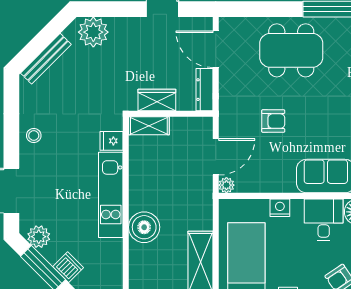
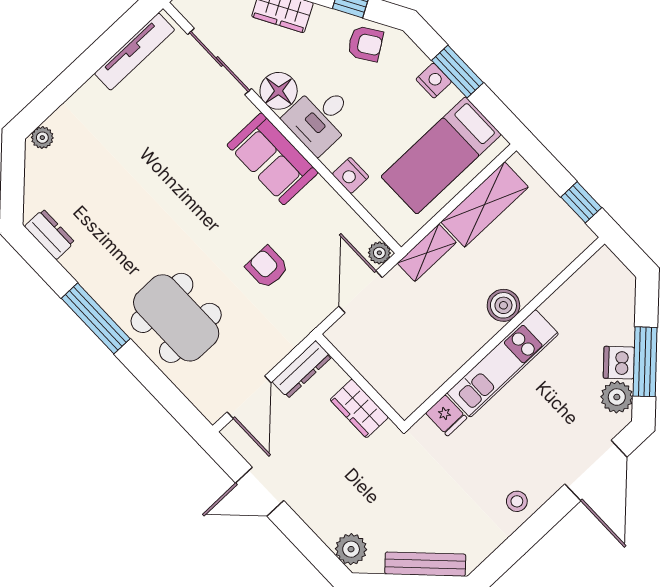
plant: (93, 32) -> (351, 549), width x0.73, depth x0.73
shelving: (149, 126) -> (427, 253), moved, turned 90
door: (216, 157) -> (361, 292), hinge flipped
boiler: (144, 227) -> (503, 305), width x0.73, depth x0.73
dishwasher: (68, 267) -> (619, 363), moved

